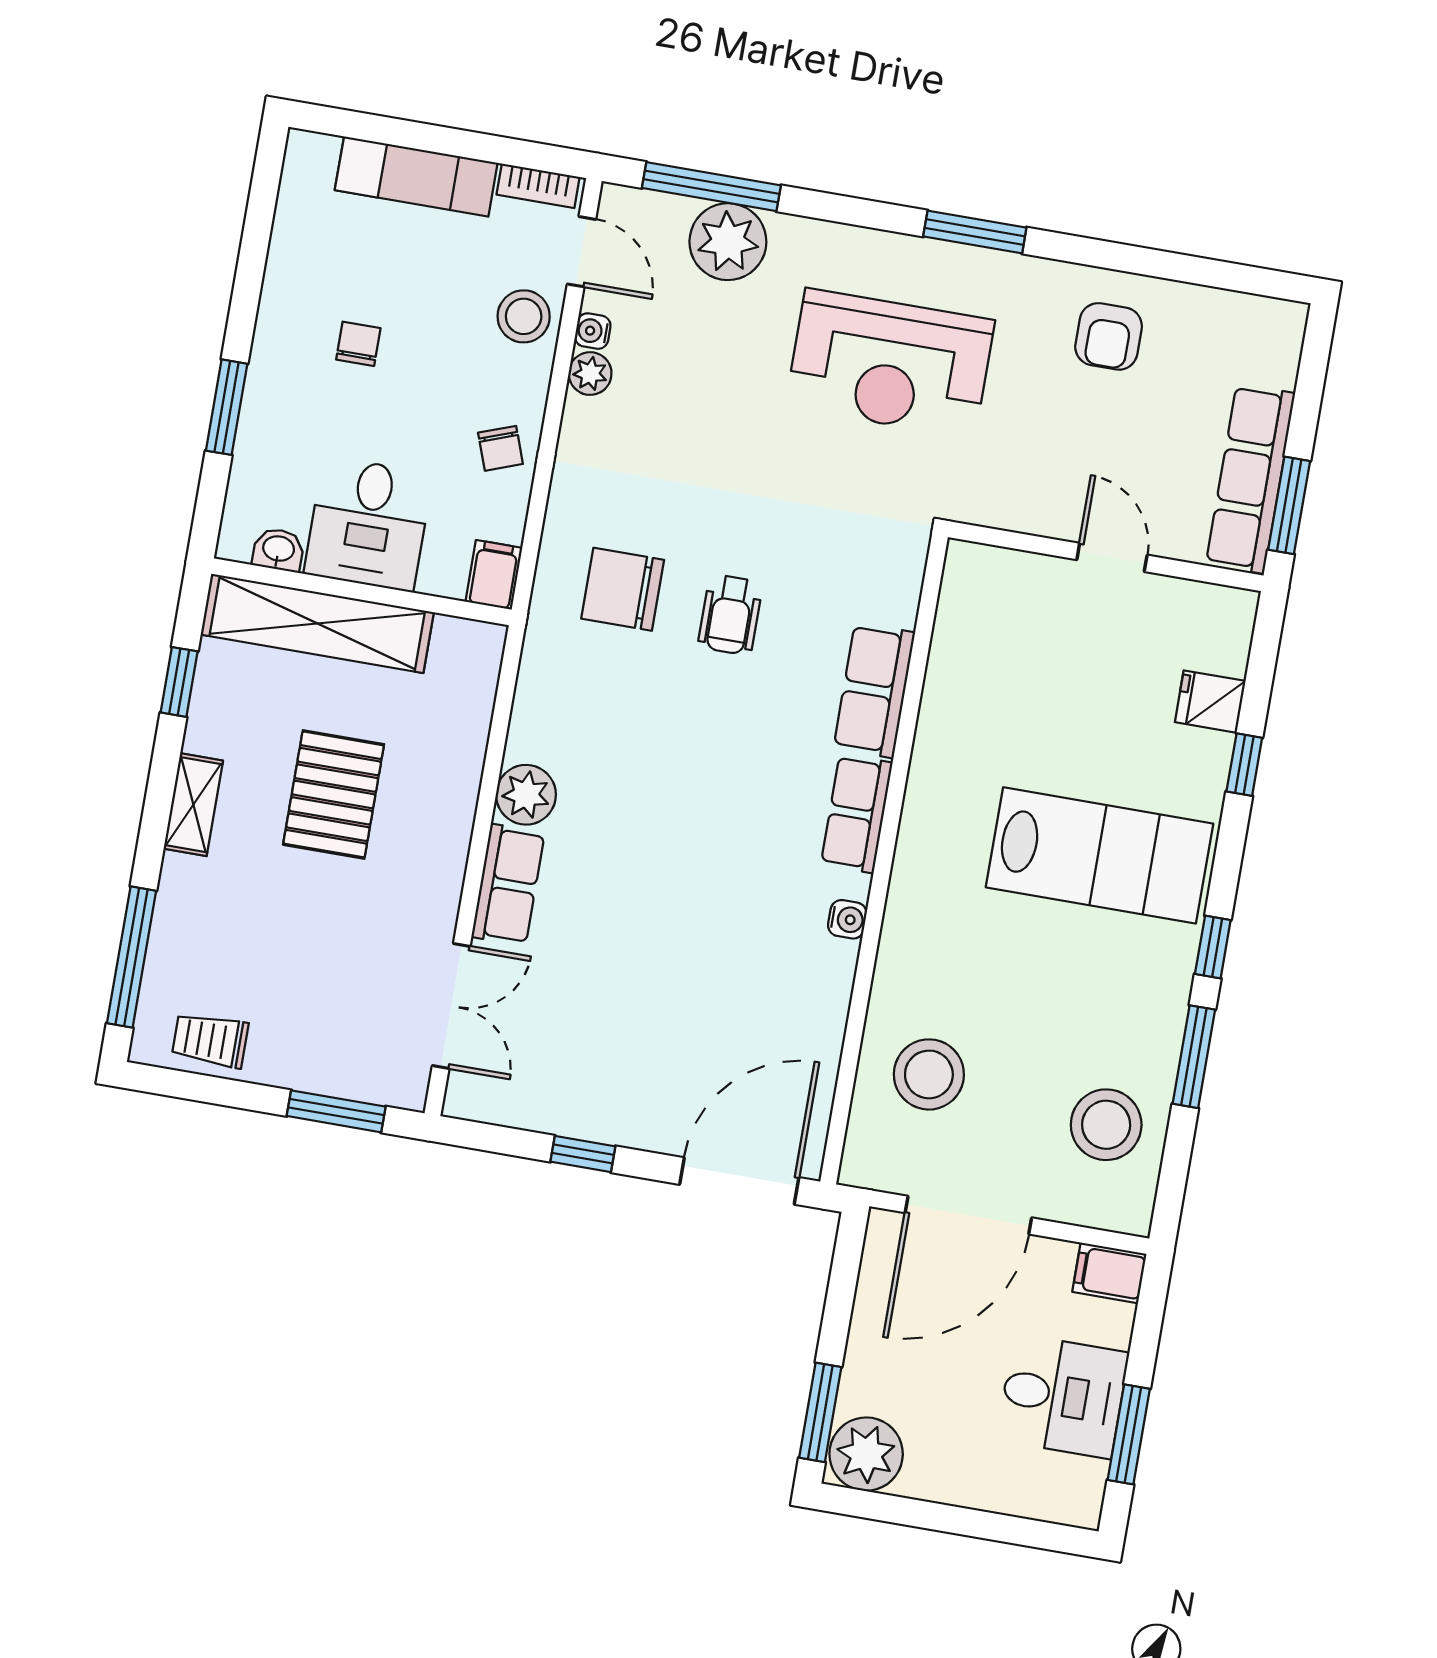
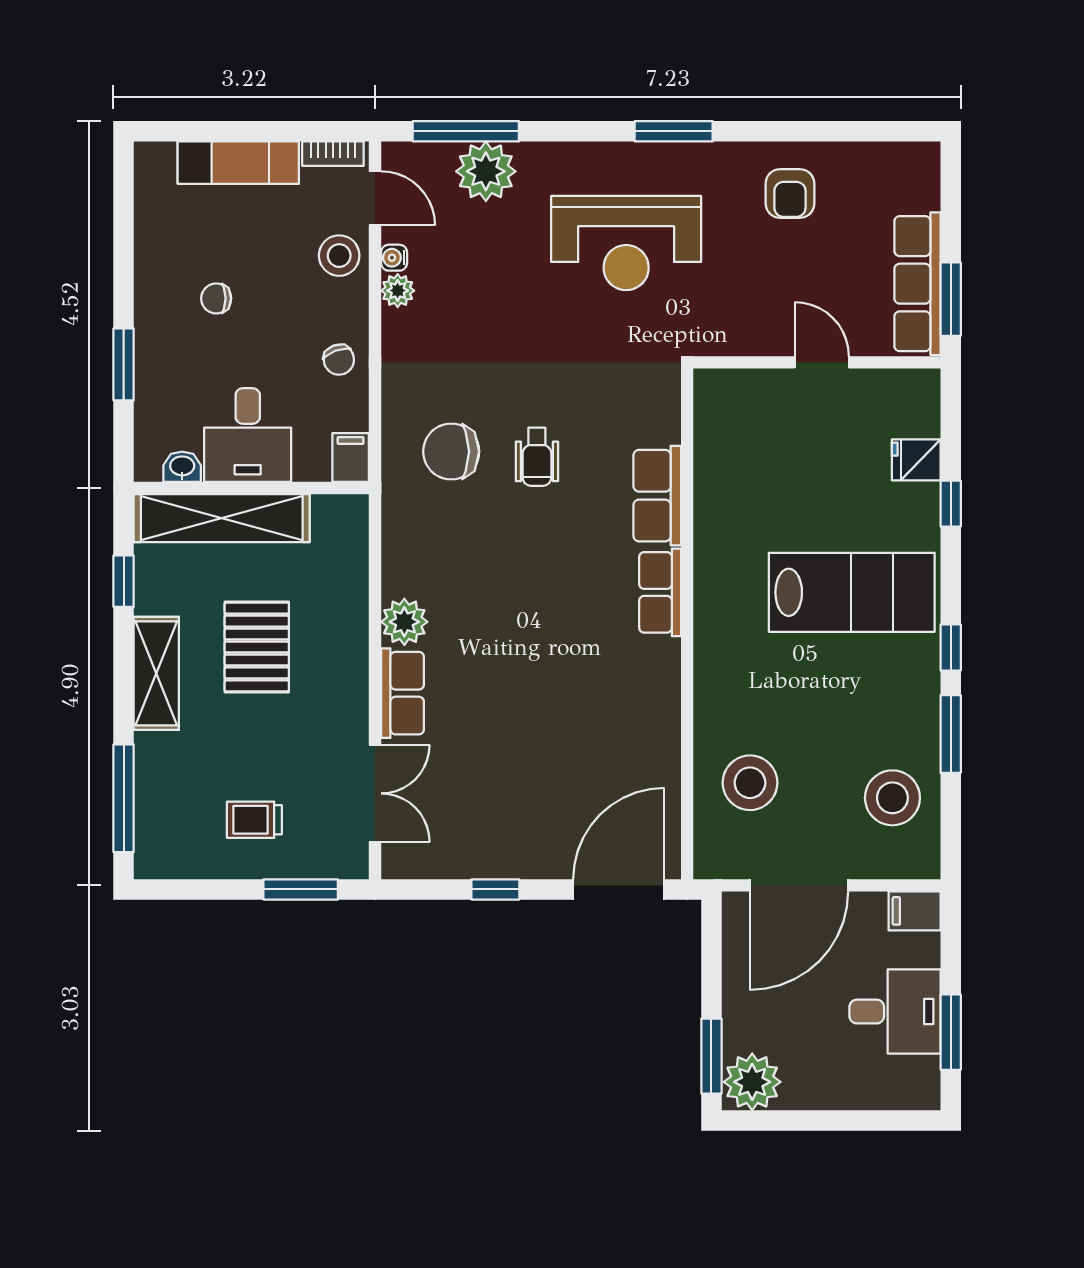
chair: (358, 344) -> (216, 298), turned -90
shelving: (193, 805) -> (156, 673), width x1.50, depth x1.33
water cooler: (847, 919) -> (667, 675), removed
trolley: (210, 1040) -> (254, 820), moved

